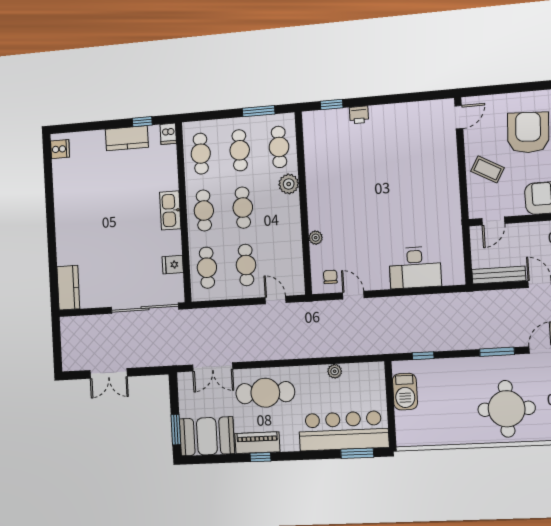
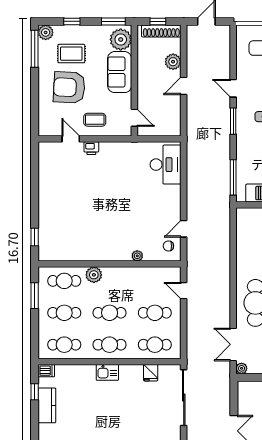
printer: (359, 115) -> (91, 148), moved, turned 90
door: (459, 117) -> (71, 139), moved
coffee table: (487, 169) -> (95, 120), turned 61
kitchen sink: (170, 210) -> (107, 372), width x0.73
desk: (415, 268) -> (166, 165), moved
bench: (499, 275) -> (175, 116), removed
door: (276, 300) -> (184, 291), hinge flipped
window: (423, 356) -> (233, 177), width x2.17
double door: (213, 367) -> (233, 344), swing flipped
plant: (335, 371) -> (242, 368), moved

